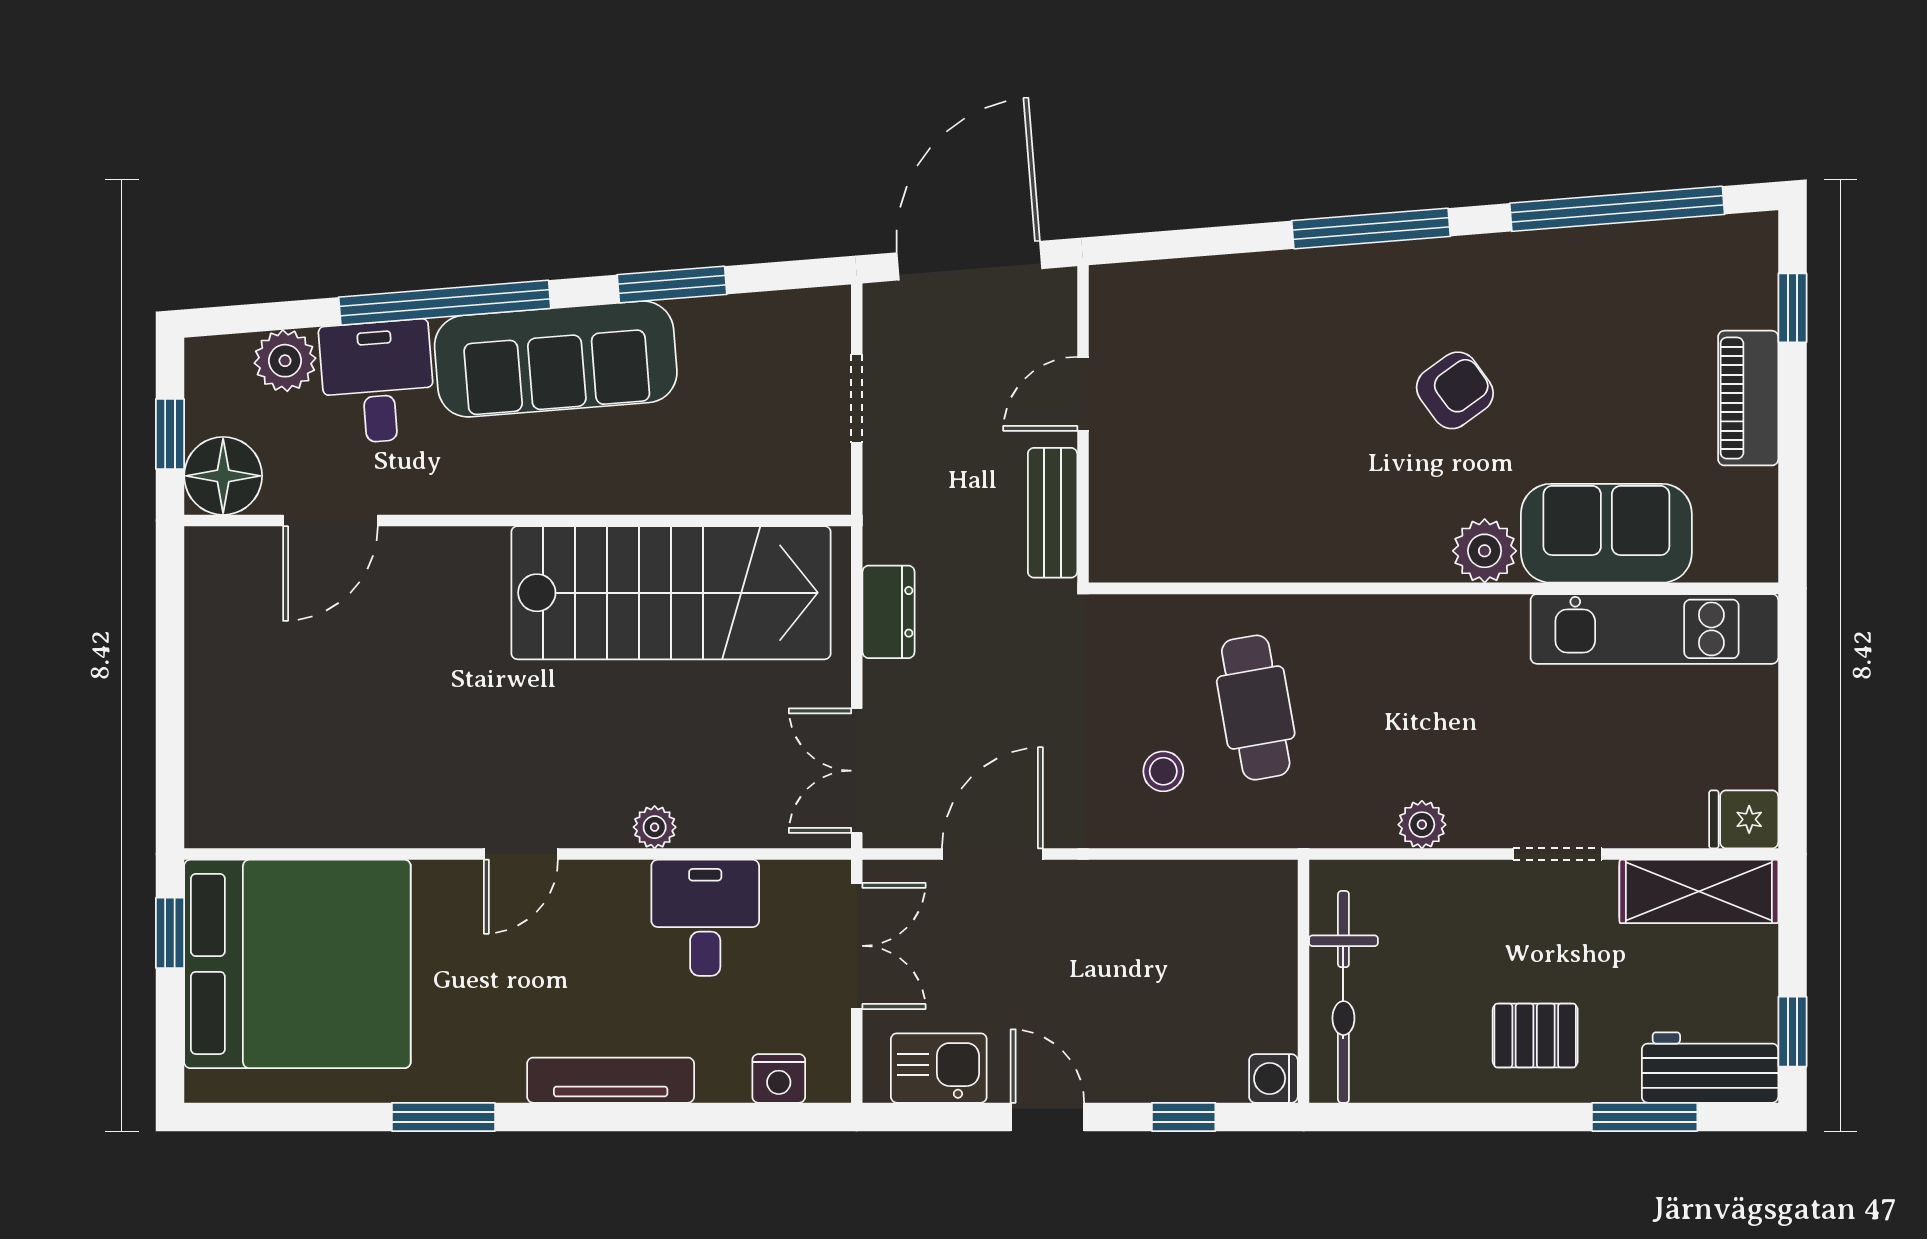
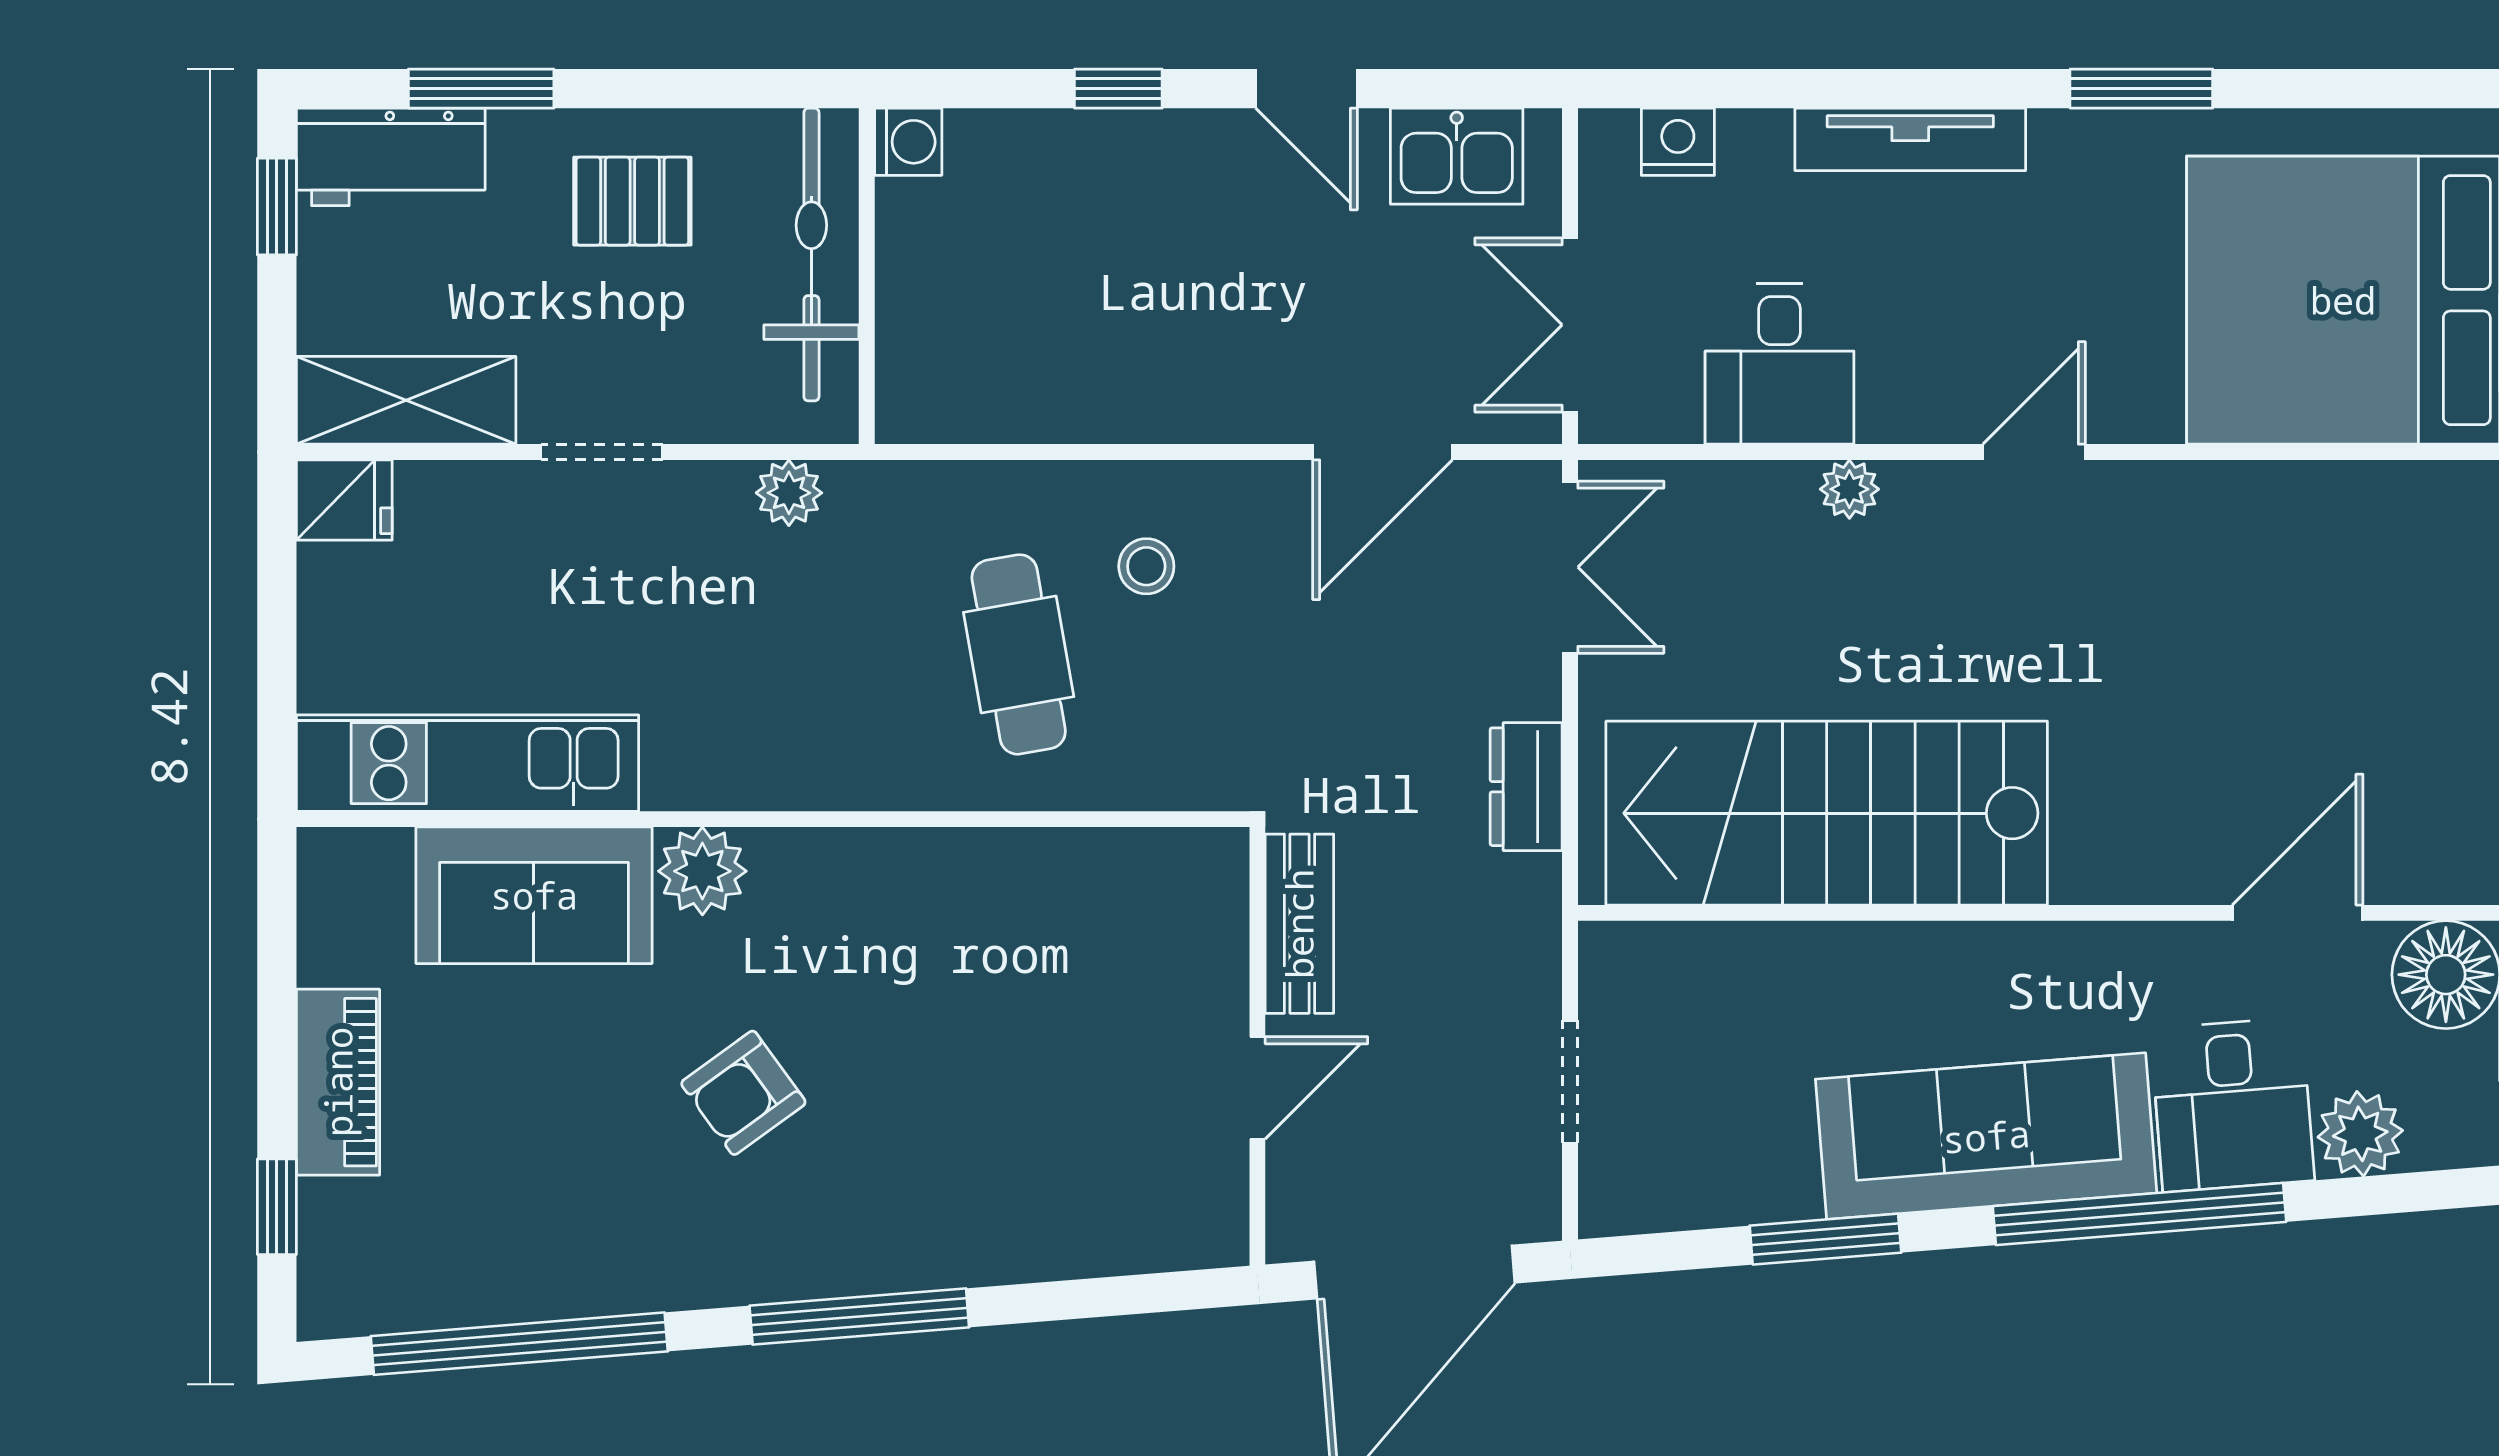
wall: (1303, 981) -> (867, 276), moved
bicycle: (1343, 997) -> (811, 255), moved
washing machine: (1273, 1078) -> (908, 142), moved

